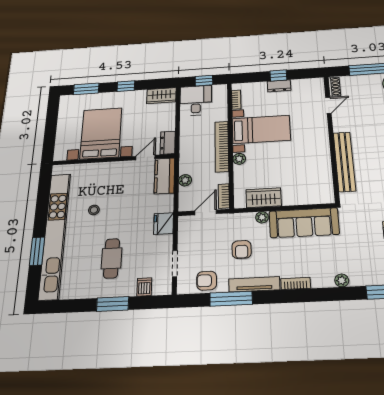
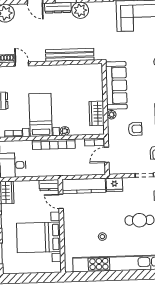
kitchen counter: (164, 176) -> (84, 186), width x1.50
plant: (185, 180) -> (81, 171), removed
door: (206, 212) -> (107, 155), hinge flipped
window: (37, 251) -> (133, 275), removed

